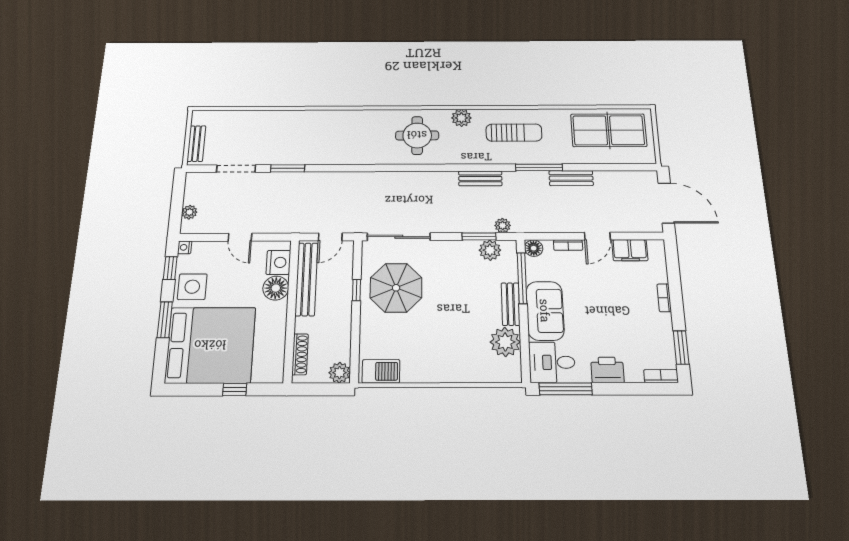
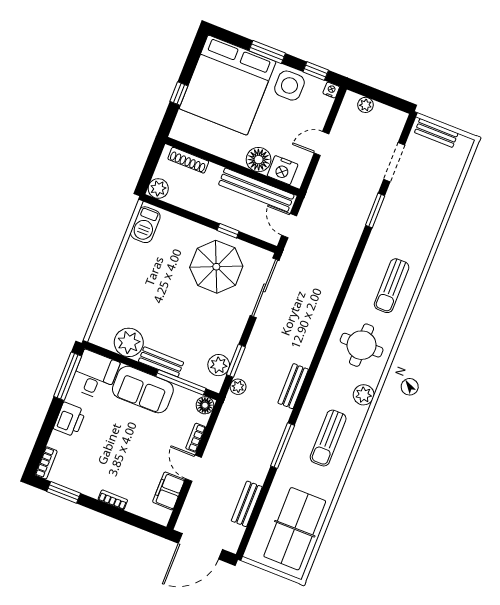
sun lounger: (352, 130) -> (392, 286), added
bench: (571, 178) -> (247, 504), moved

